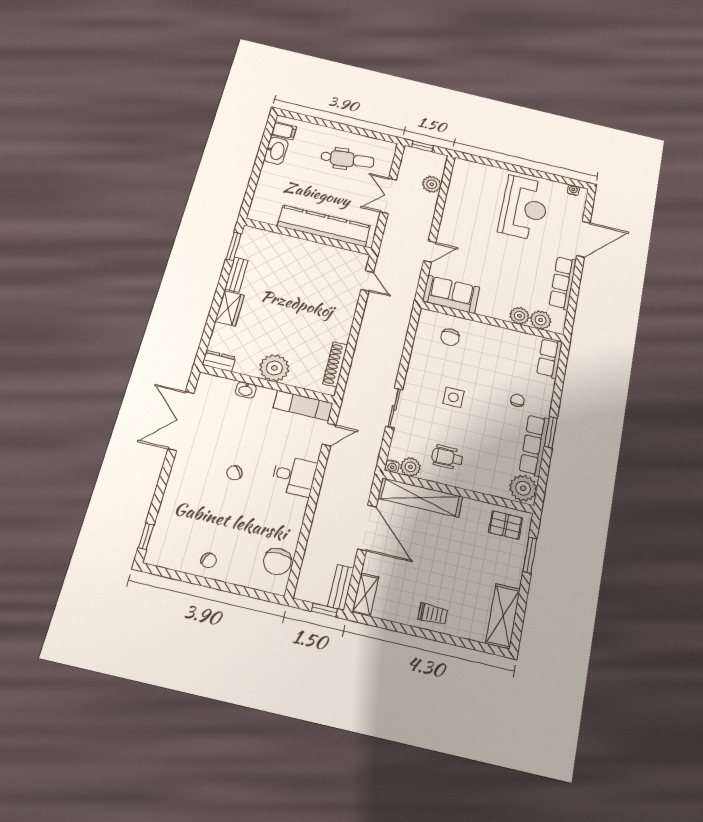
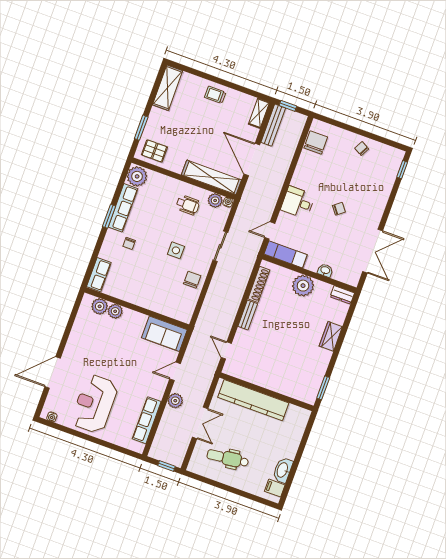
plant: (432, 184) -> (175, 401), moved
bench: (237, 275) -> (248, 315), moved
row of seats: (563, 283) -> (147, 420), moved, turned 180
chair: (450, 337) -> (192, 280), moved
bench: (341, 587) -> (273, 125), width x1.36

